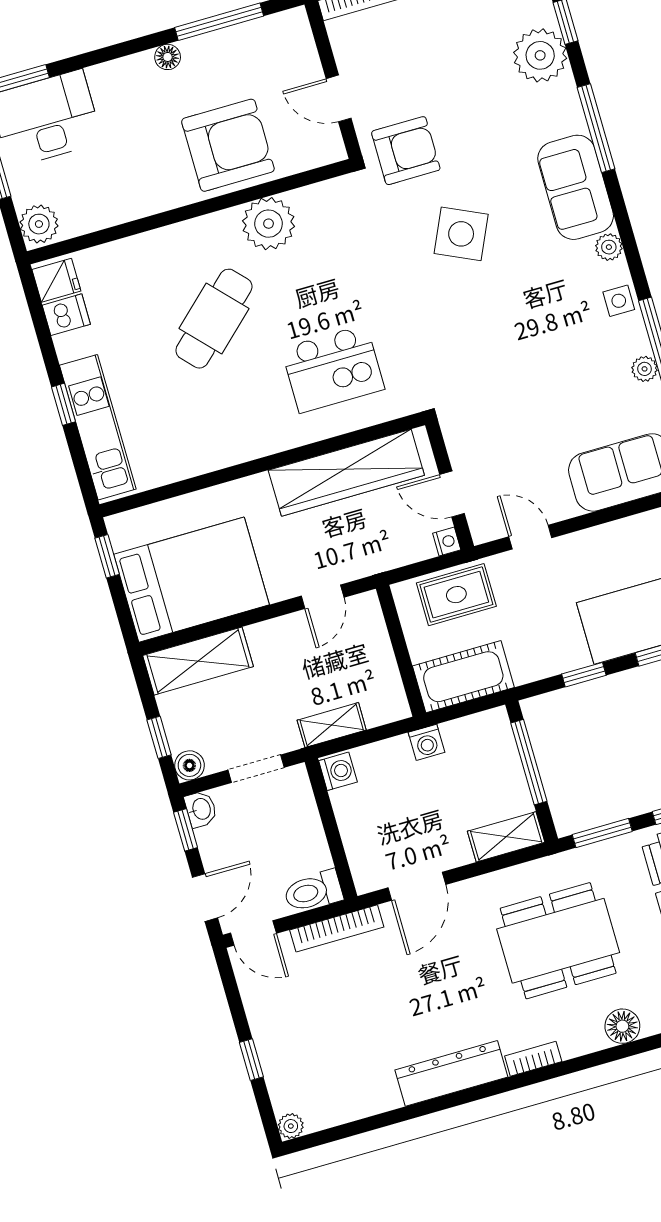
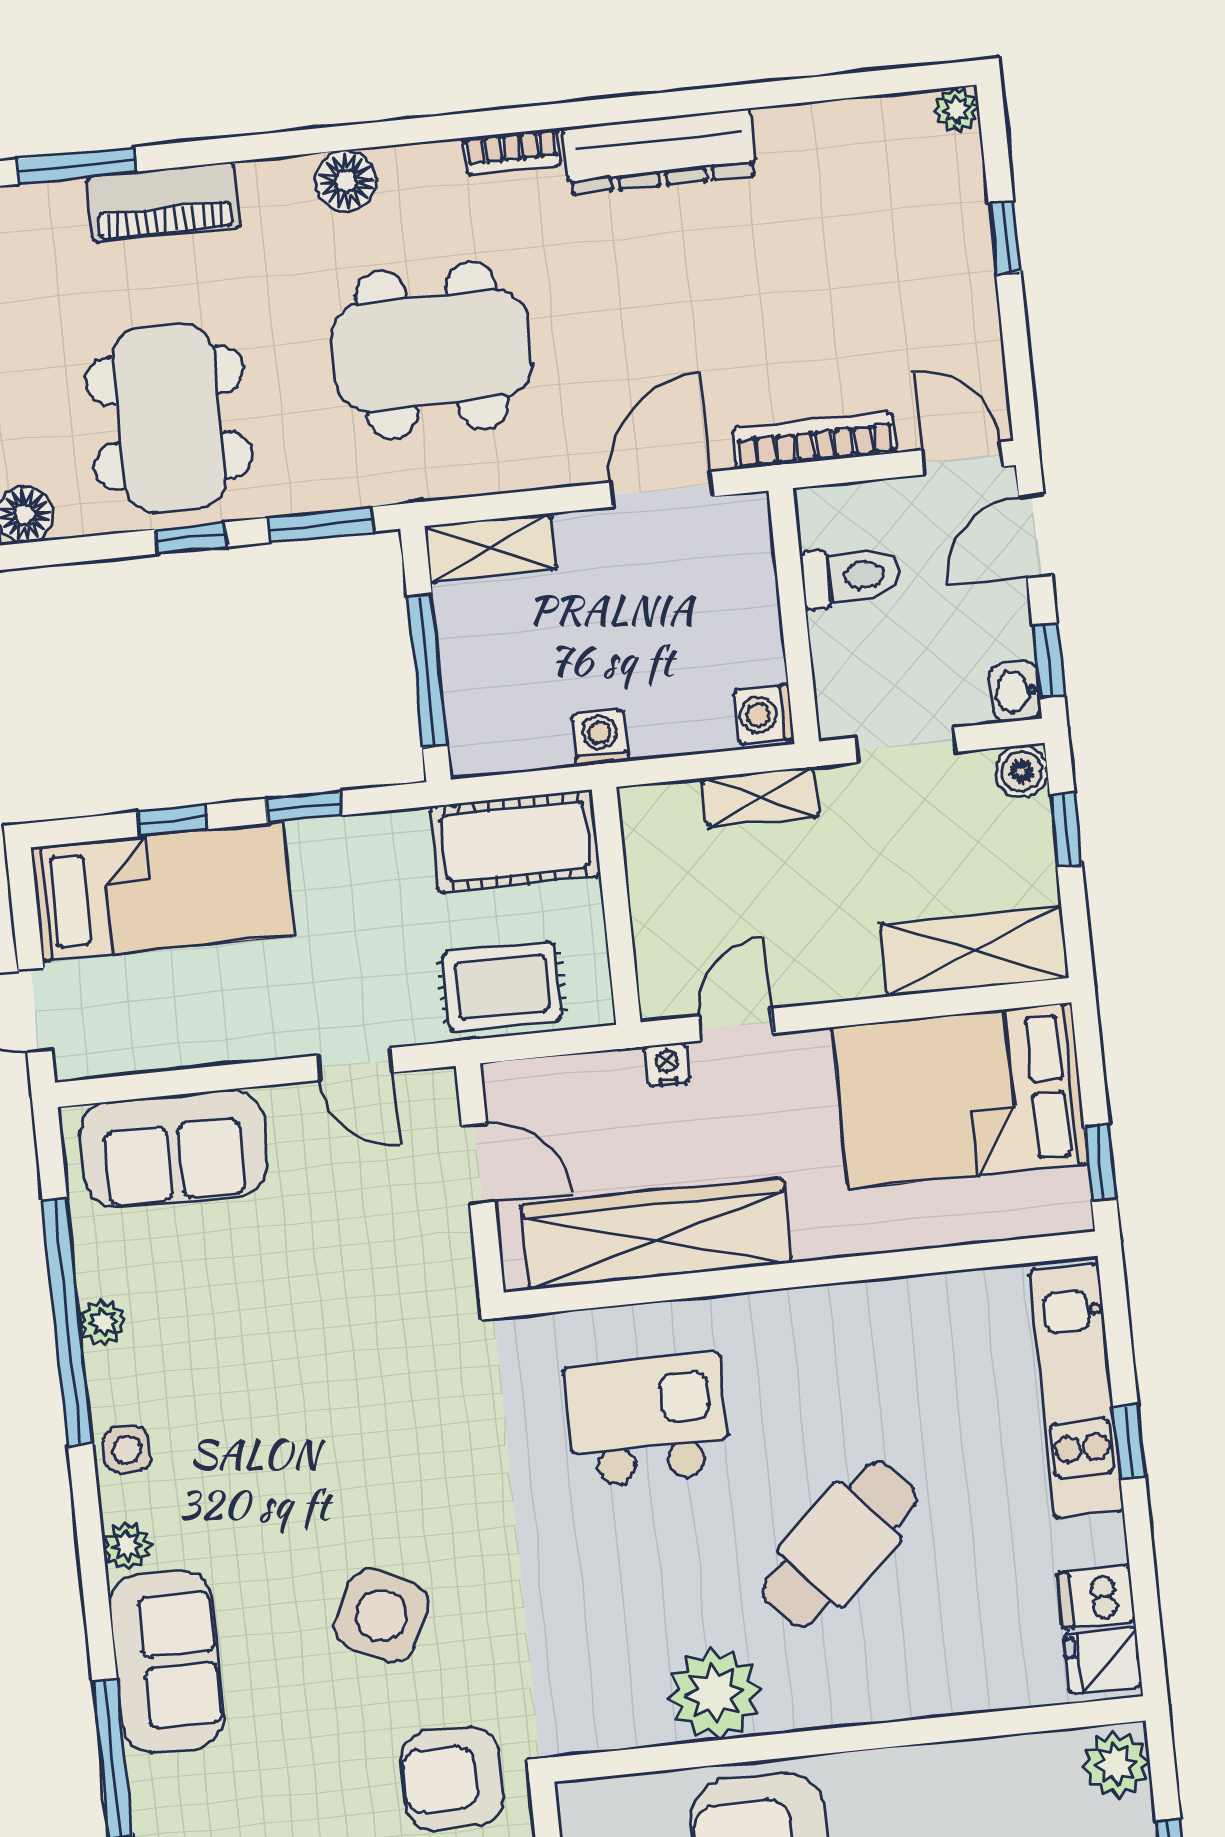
nightstand: (447, 542) -> (667, 1064), moved, turned 90
toilet: (313, 891) -> (851, 577), moved

